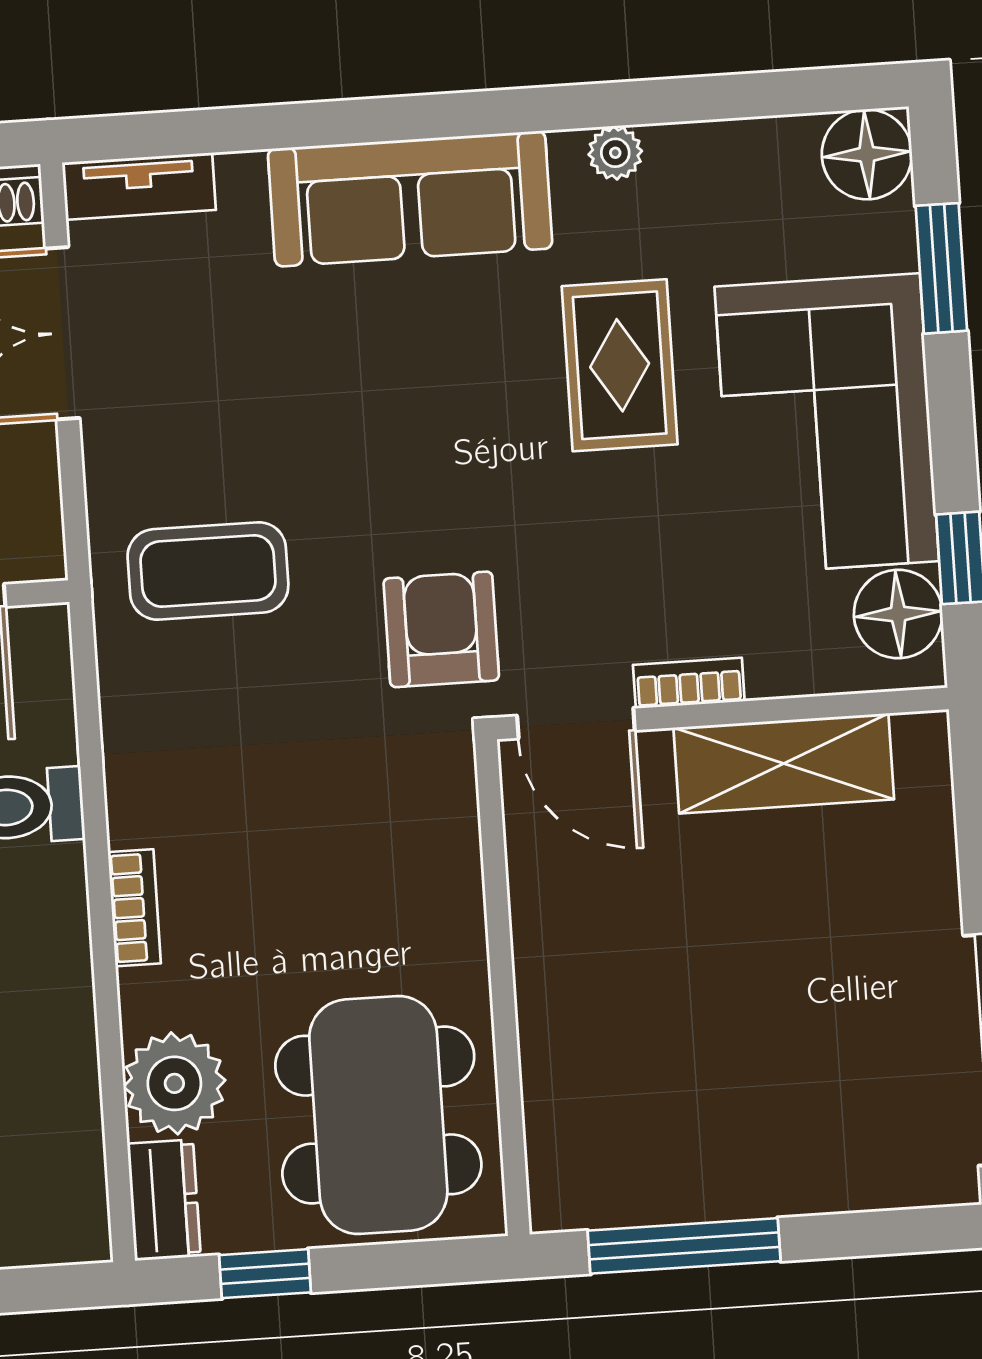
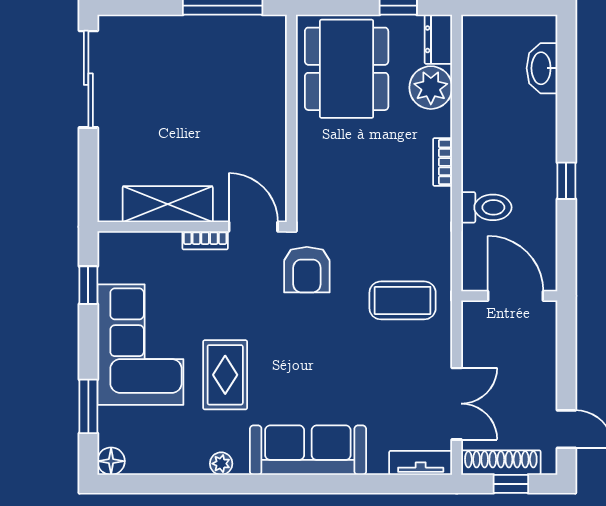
floor lamp: (867, 154) -> (111, 461), width x0.73, depth x0.73
floor lamp: (898, 614) -> (116, 263), removed

